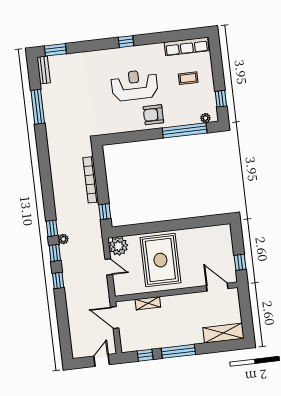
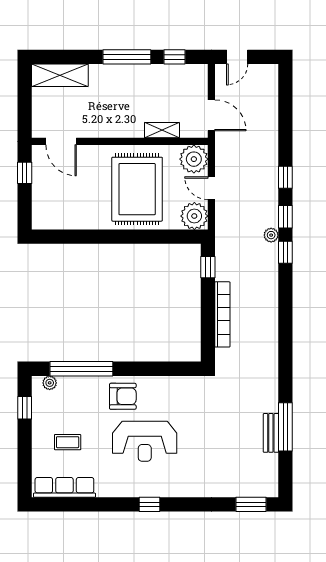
bench: (44, 70) -> (271, 433), moved
plant: (123, 286) -> (194, 159), added

